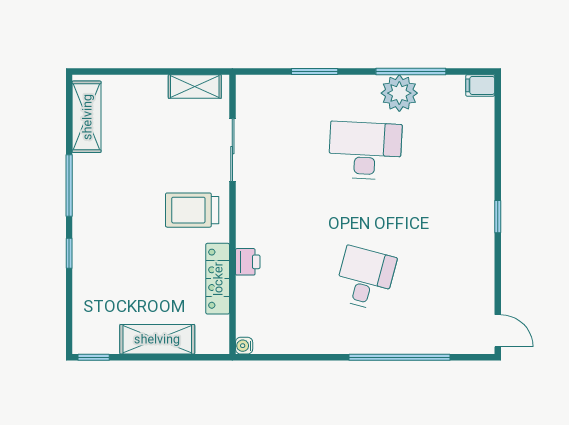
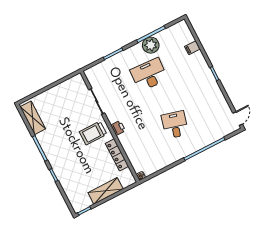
filing cabinet: (480, 85) -> (192, 48), moved
shelving: (195, 86) -> (69, 84), removed
printer: (248, 262) -> (118, 128), moved
door: (498, 331) -> (238, 119), hinge flipped

